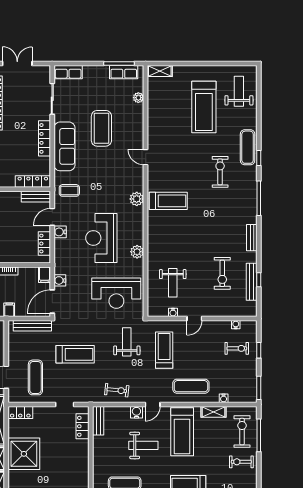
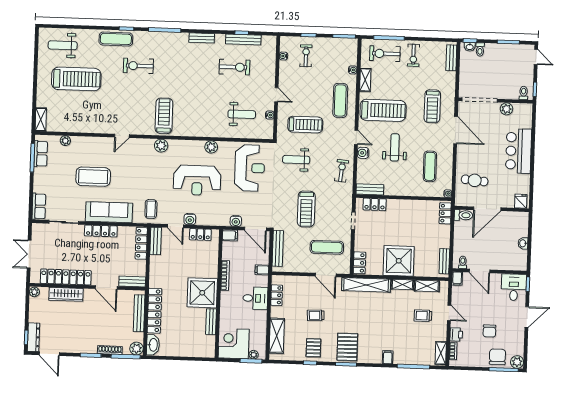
treadmill: (164, 350) -> (305, 125), turned 180
treadmill: (75, 354) -> (306, 209), turned 180

